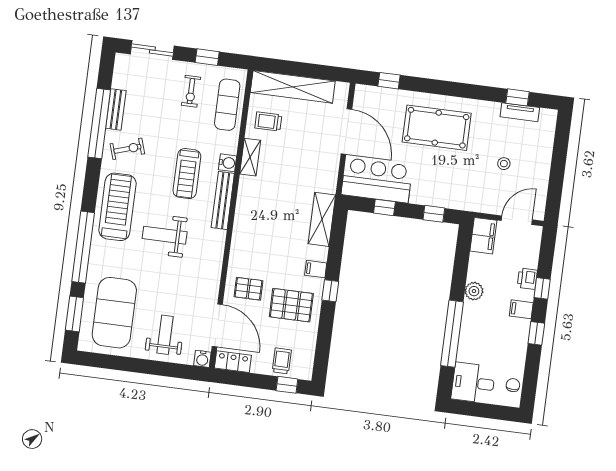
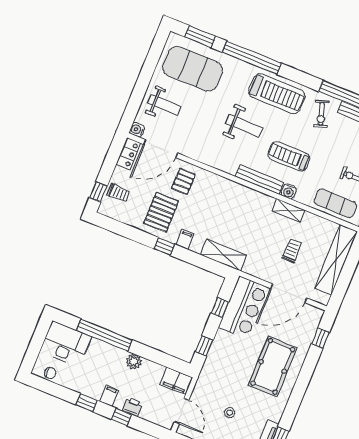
trolley: (268, 121) -> (292, 251), moved
weight bench: (165, 235) -> (244, 126), turned 90
desk: (473, 383) -> (66, 344), width x1.37

